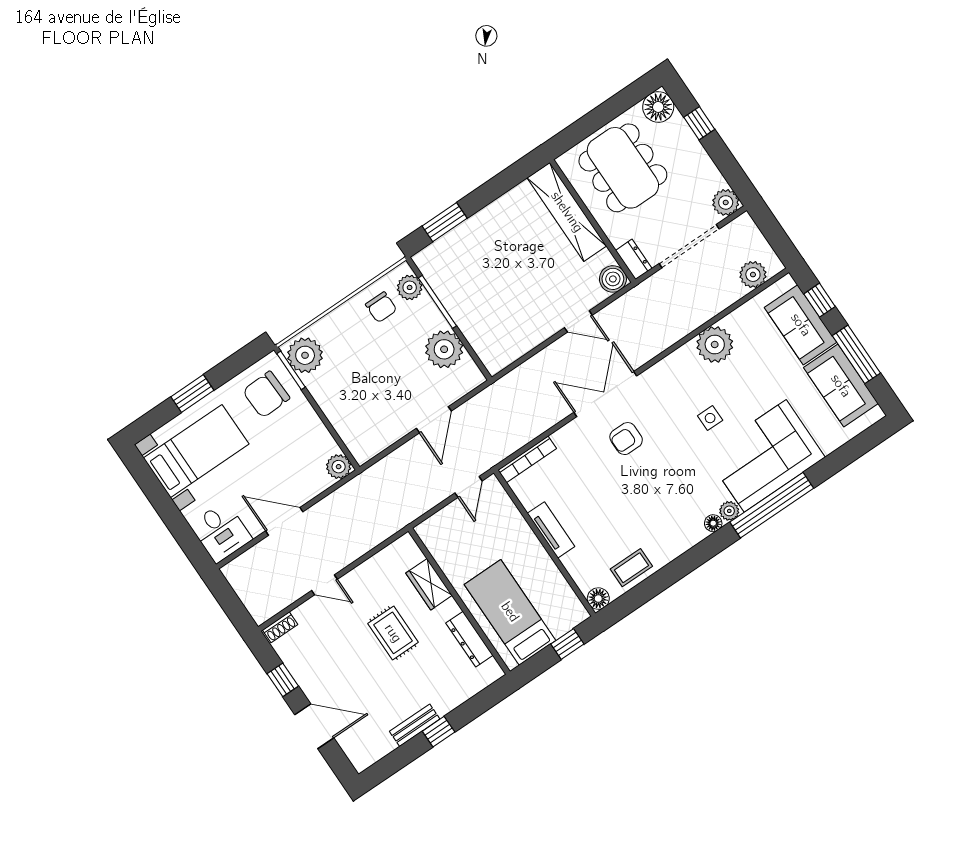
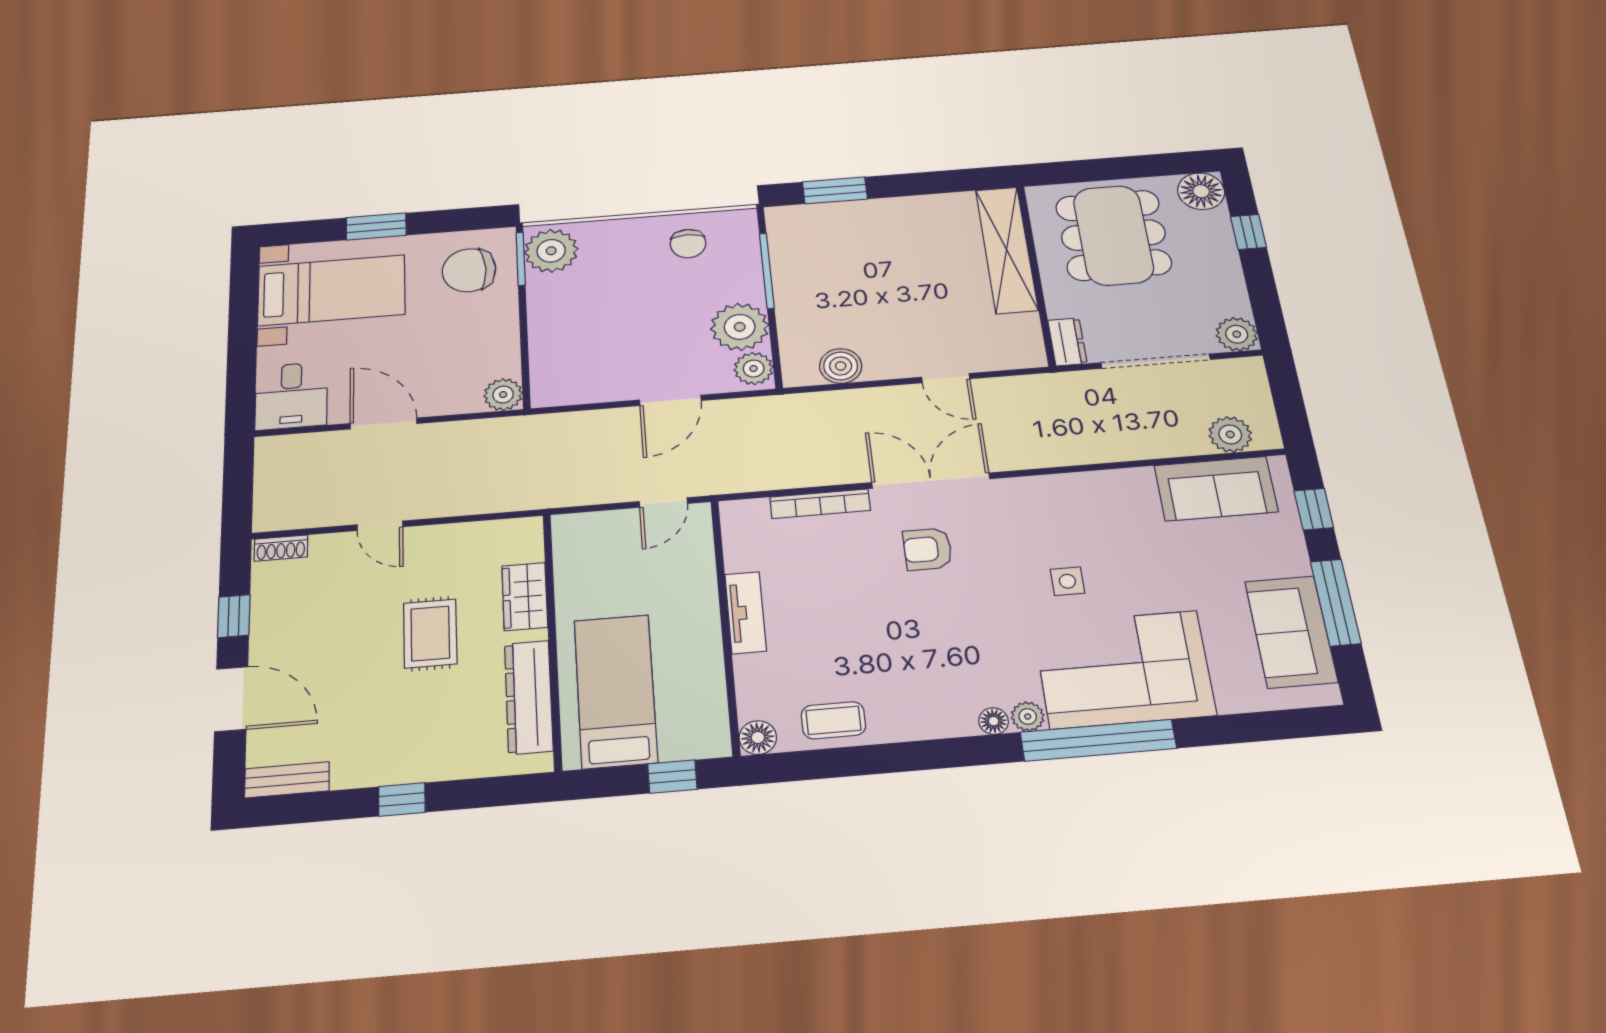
boiler: (613, 279) -> (841, 366), moved
plant: (410, 287) -> (754, 369), moved
sofa: (801, 325) -> (1216, 489), moved, turned -90
plant: (715, 344) -> (1126, 493), removed
bookcase: (527, 459) -> (820, 504), moved
dresser: (469, 639) -> (529, 697), width x1.37, depth x1.24
bench: (415, 725) -> (287, 780), moved

